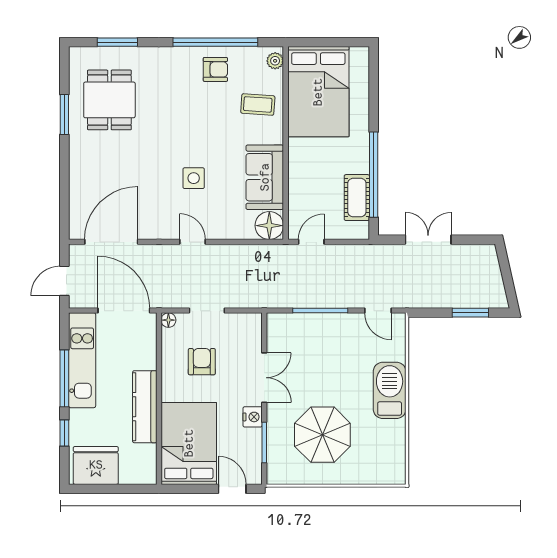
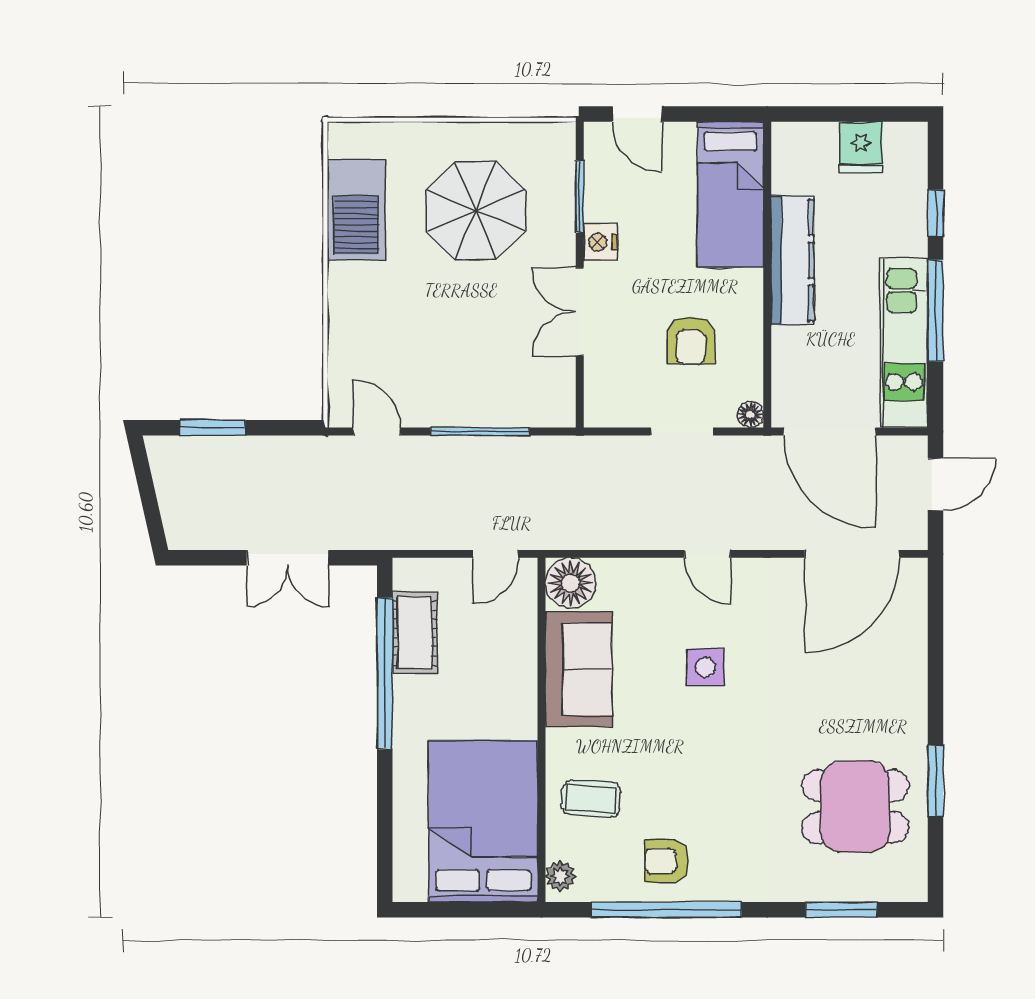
dining table: (109, 100) -> (855, 807), turned 90
barbecue: (390, 390) -> (356, 210), moved
bed: (189, 443) -> (730, 195), width x0.67
fridge: (96, 465) -> (861, 147), width x0.53, depth x0.75

